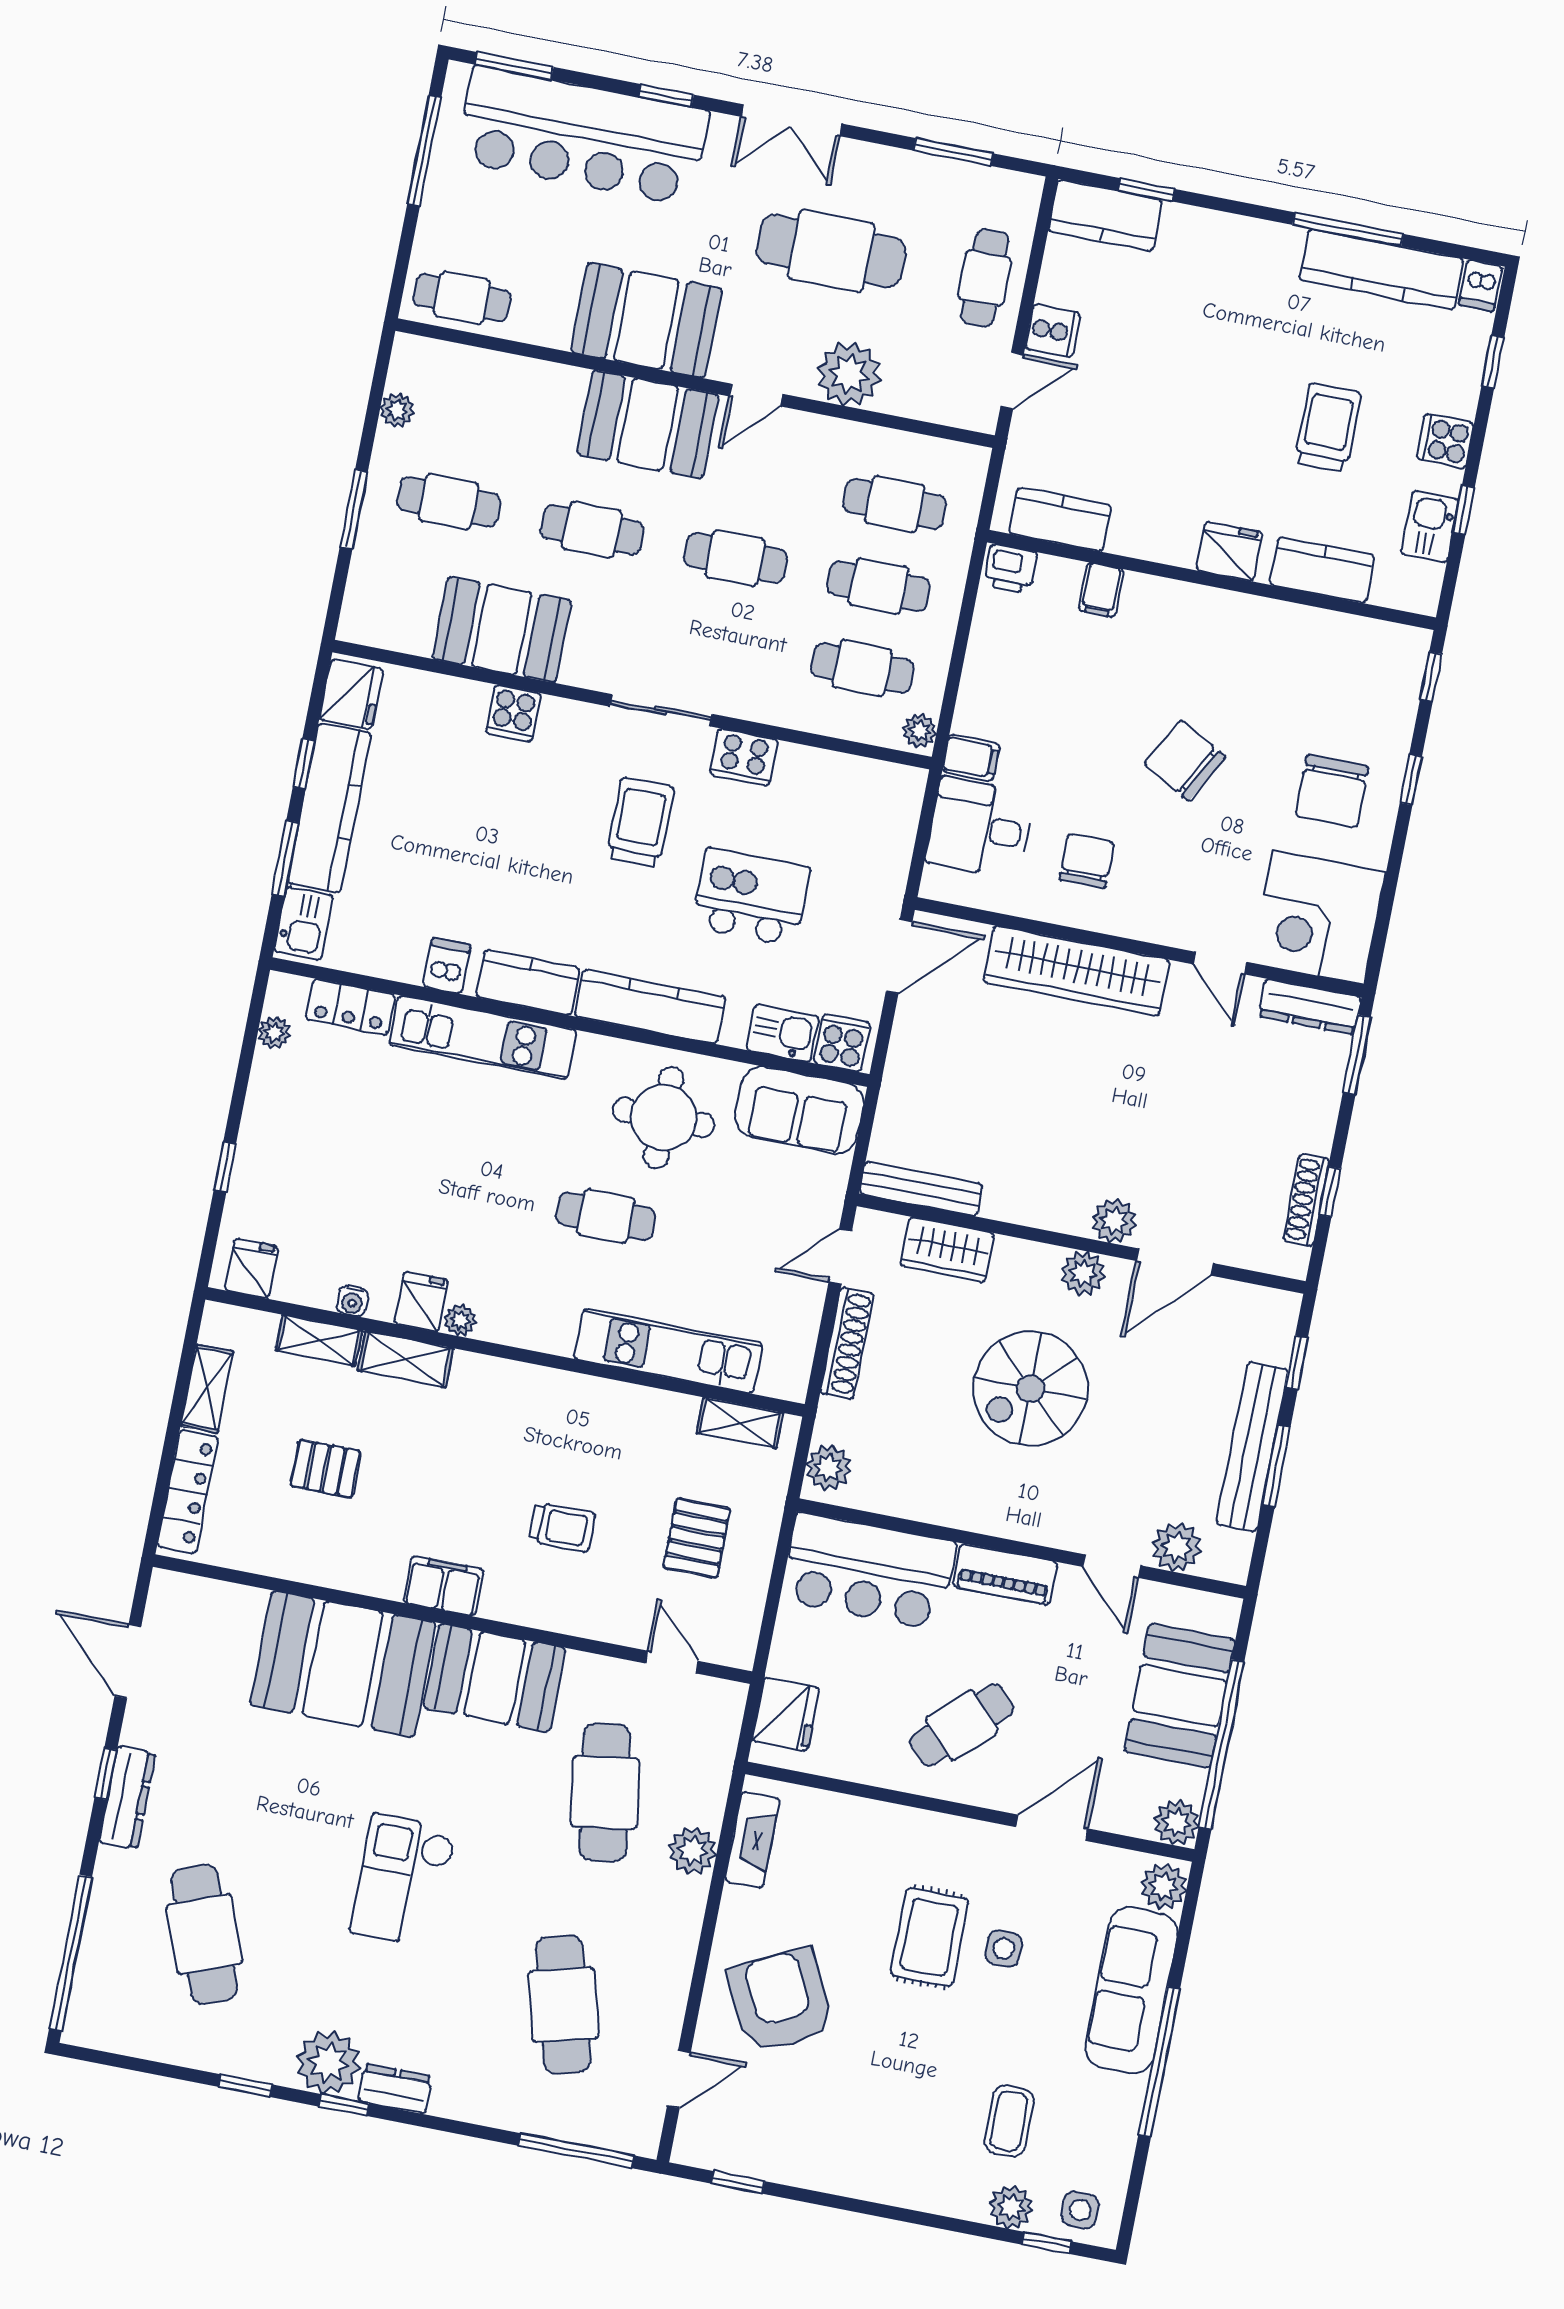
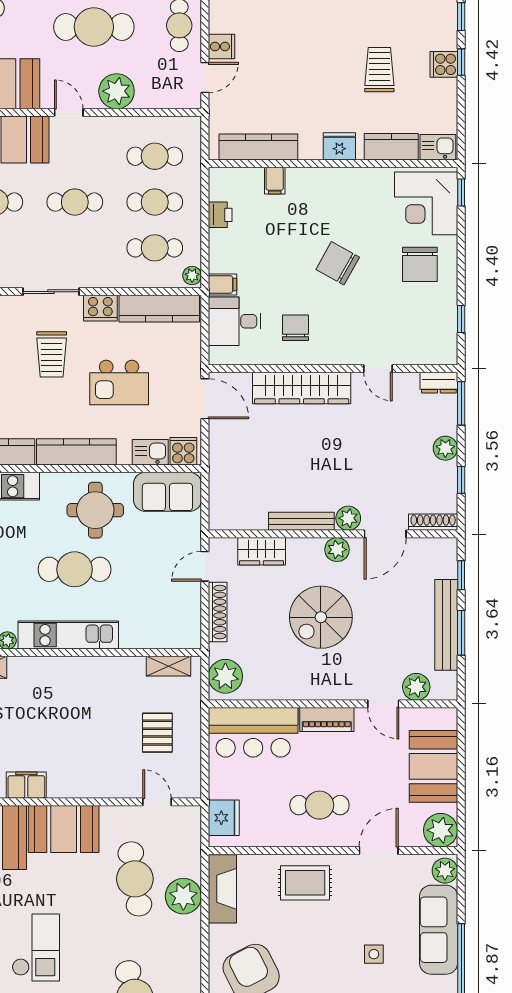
door: (756, 395) -> (69, 112), swing flipped
window: (1464, 510) -> (461, 62), moved
kitchen counter: (1060, 519) -> (258, 147), width x1.50
kitchen sink: (1430, 527) -> (438, 147), moved, turned 90
printer: (1010, 569) -> (220, 215), moved, turned -90
kitchen counter: (849, 779) -> (159, 309), added
window: (1411, 779) -> (461, 319), moved
trolley: (640, 823) -> (52, 354), turned 180
kitchen island: (751, 897) -> (119, 383), turned 180
corner desk: (1319, 917) -> (426, 203), moved
door: (899, 956) -> (205, 399), hinge flipped
dresser: (1310, 1007) -> (439, 383), width x0.70
plant: (1313, 1130) -> (445, 448), added
bench: (921, 1189) -> (301, 521), moved
shoe rack: (1306, 1200) -> (433, 522), moved, turned 90
cafe table: (606, 1216) -> (75, 569), width x1.37, depth x1.35
kitchen unit: (668, 1351) -> (68, 635), moved
plant: (829, 1468) -> (225, 676), width x1.36, depth x1.36
trolley: (562, 1527) -> (84, 741), removed
cafe table: (962, 1725) -> (319, 805), turned 44
window: (1221, 1745) -> (461, 788), removed
plant: (1177, 1822) -> (441, 830), width x1.36, depth x1.36
fireplace: (752, 1840) -> (222, 889), width x1.37, depth x1.32
plant: (693, 1851) -> (183, 896), width x1.36, depth x1.36
checkout: (403, 1881) -> (36, 948), turned 180
rug: (929, 1937) -> (305, 883), moved, turned 90
side table: (1004, 1949) -> (374, 954), moved

